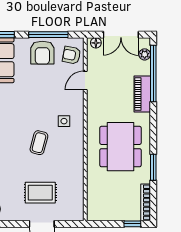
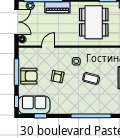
armchair: (72, 55) -> (57, 77), moved
door: (85, 81) -> (48, 47), swing flipped
dining table: (121, 147) -> (94, 22), turned 90

